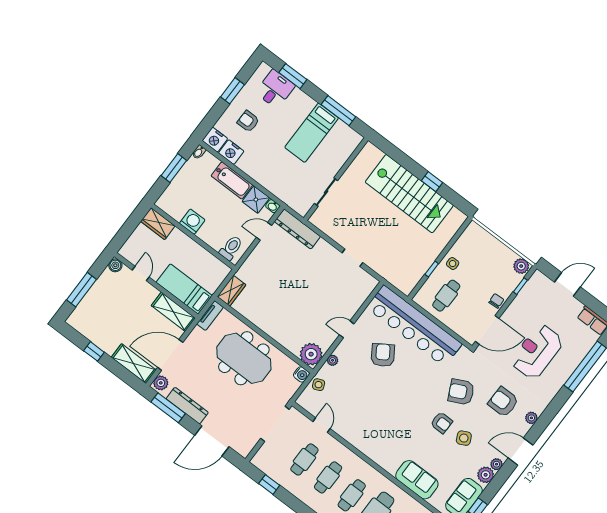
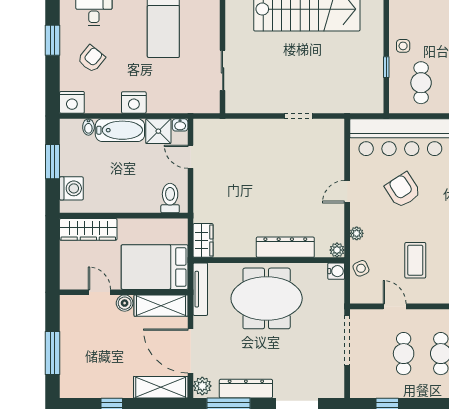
armchair: (248, 121) -> (91, 59), turned 129
bidet: (199, 152) -> (88, 127), moved
nightstand: (231, 152) -> (134, 102), moved
washing machine: (192, 222) -> (71, 188), moved, turned 90
wardrobe: (158, 224) -> (88, 229), width x1.50
dresser: (297, 229) -> (285, 247), moved, turned 180
door: (264, 231) -> (191, 157), hinge flipped
boiler: (115, 265) -> (125, 303), moved
bed: (184, 289) -> (155, 267), width x1.50
tv unit: (210, 316) -> (200, 289), width x1.41
plant: (311, 354) -> (337, 250), width x0.53, depth x0.53
door: (170, 355) -> (191, 351), hinge flipped
coffee table: (357, 406) -> (415, 260), added

